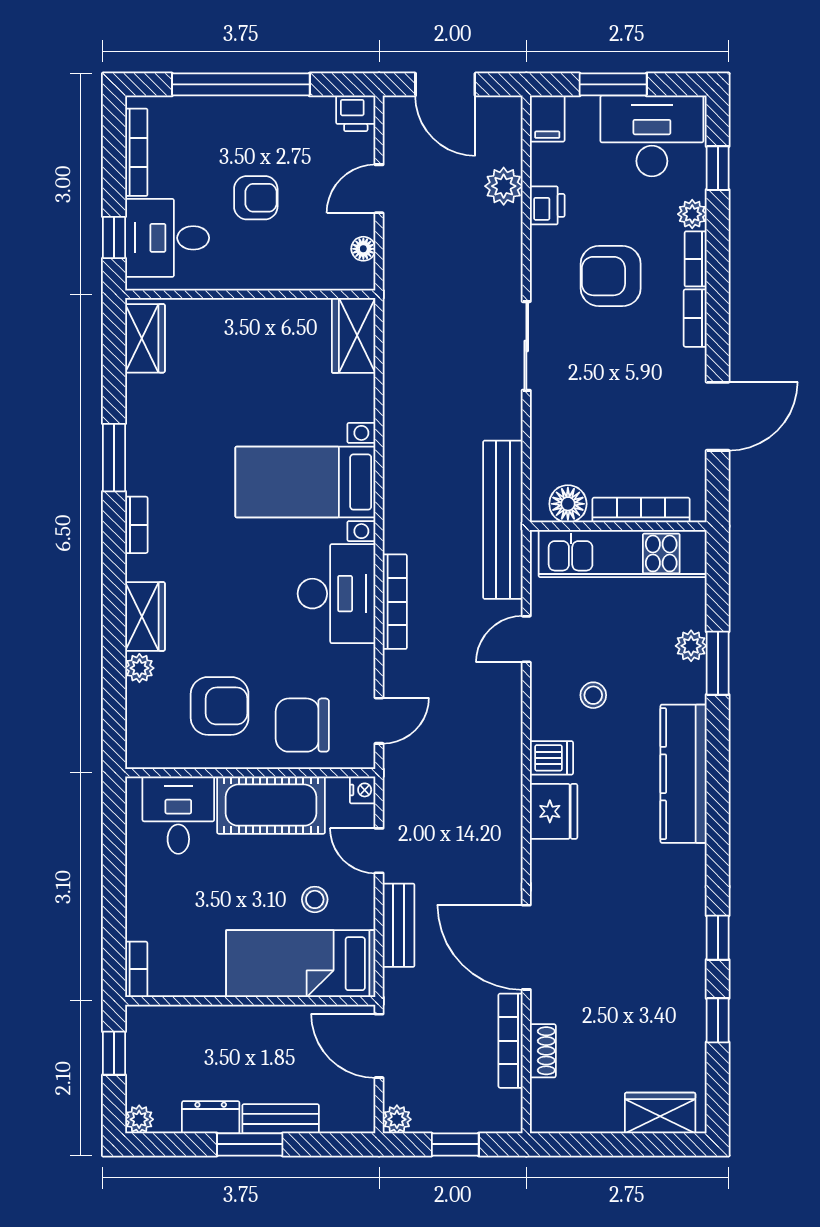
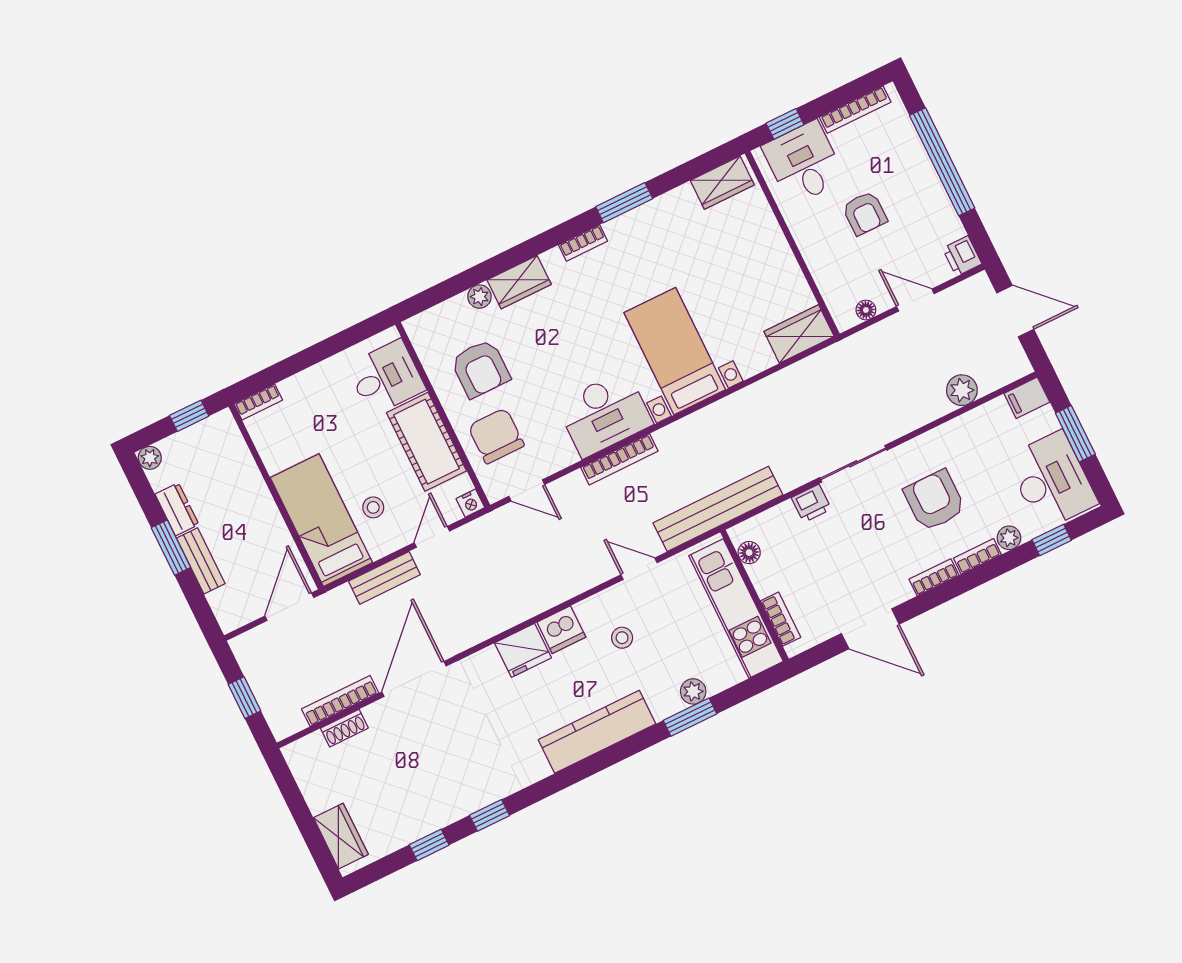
door: (445, 84) -> (1015, 311), swing flipped
printer: (547, 205) -> (811, 503), moved
floor lamp: (568, 504) -> (749, 553), width x0.73, depth x0.73
bookcase: (641, 510) -> (781, 619), width x0.64
dishwasher: (552, 758) -> (561, 630), width x1.38
plant: (397, 1119) -> (242, 646), removed

